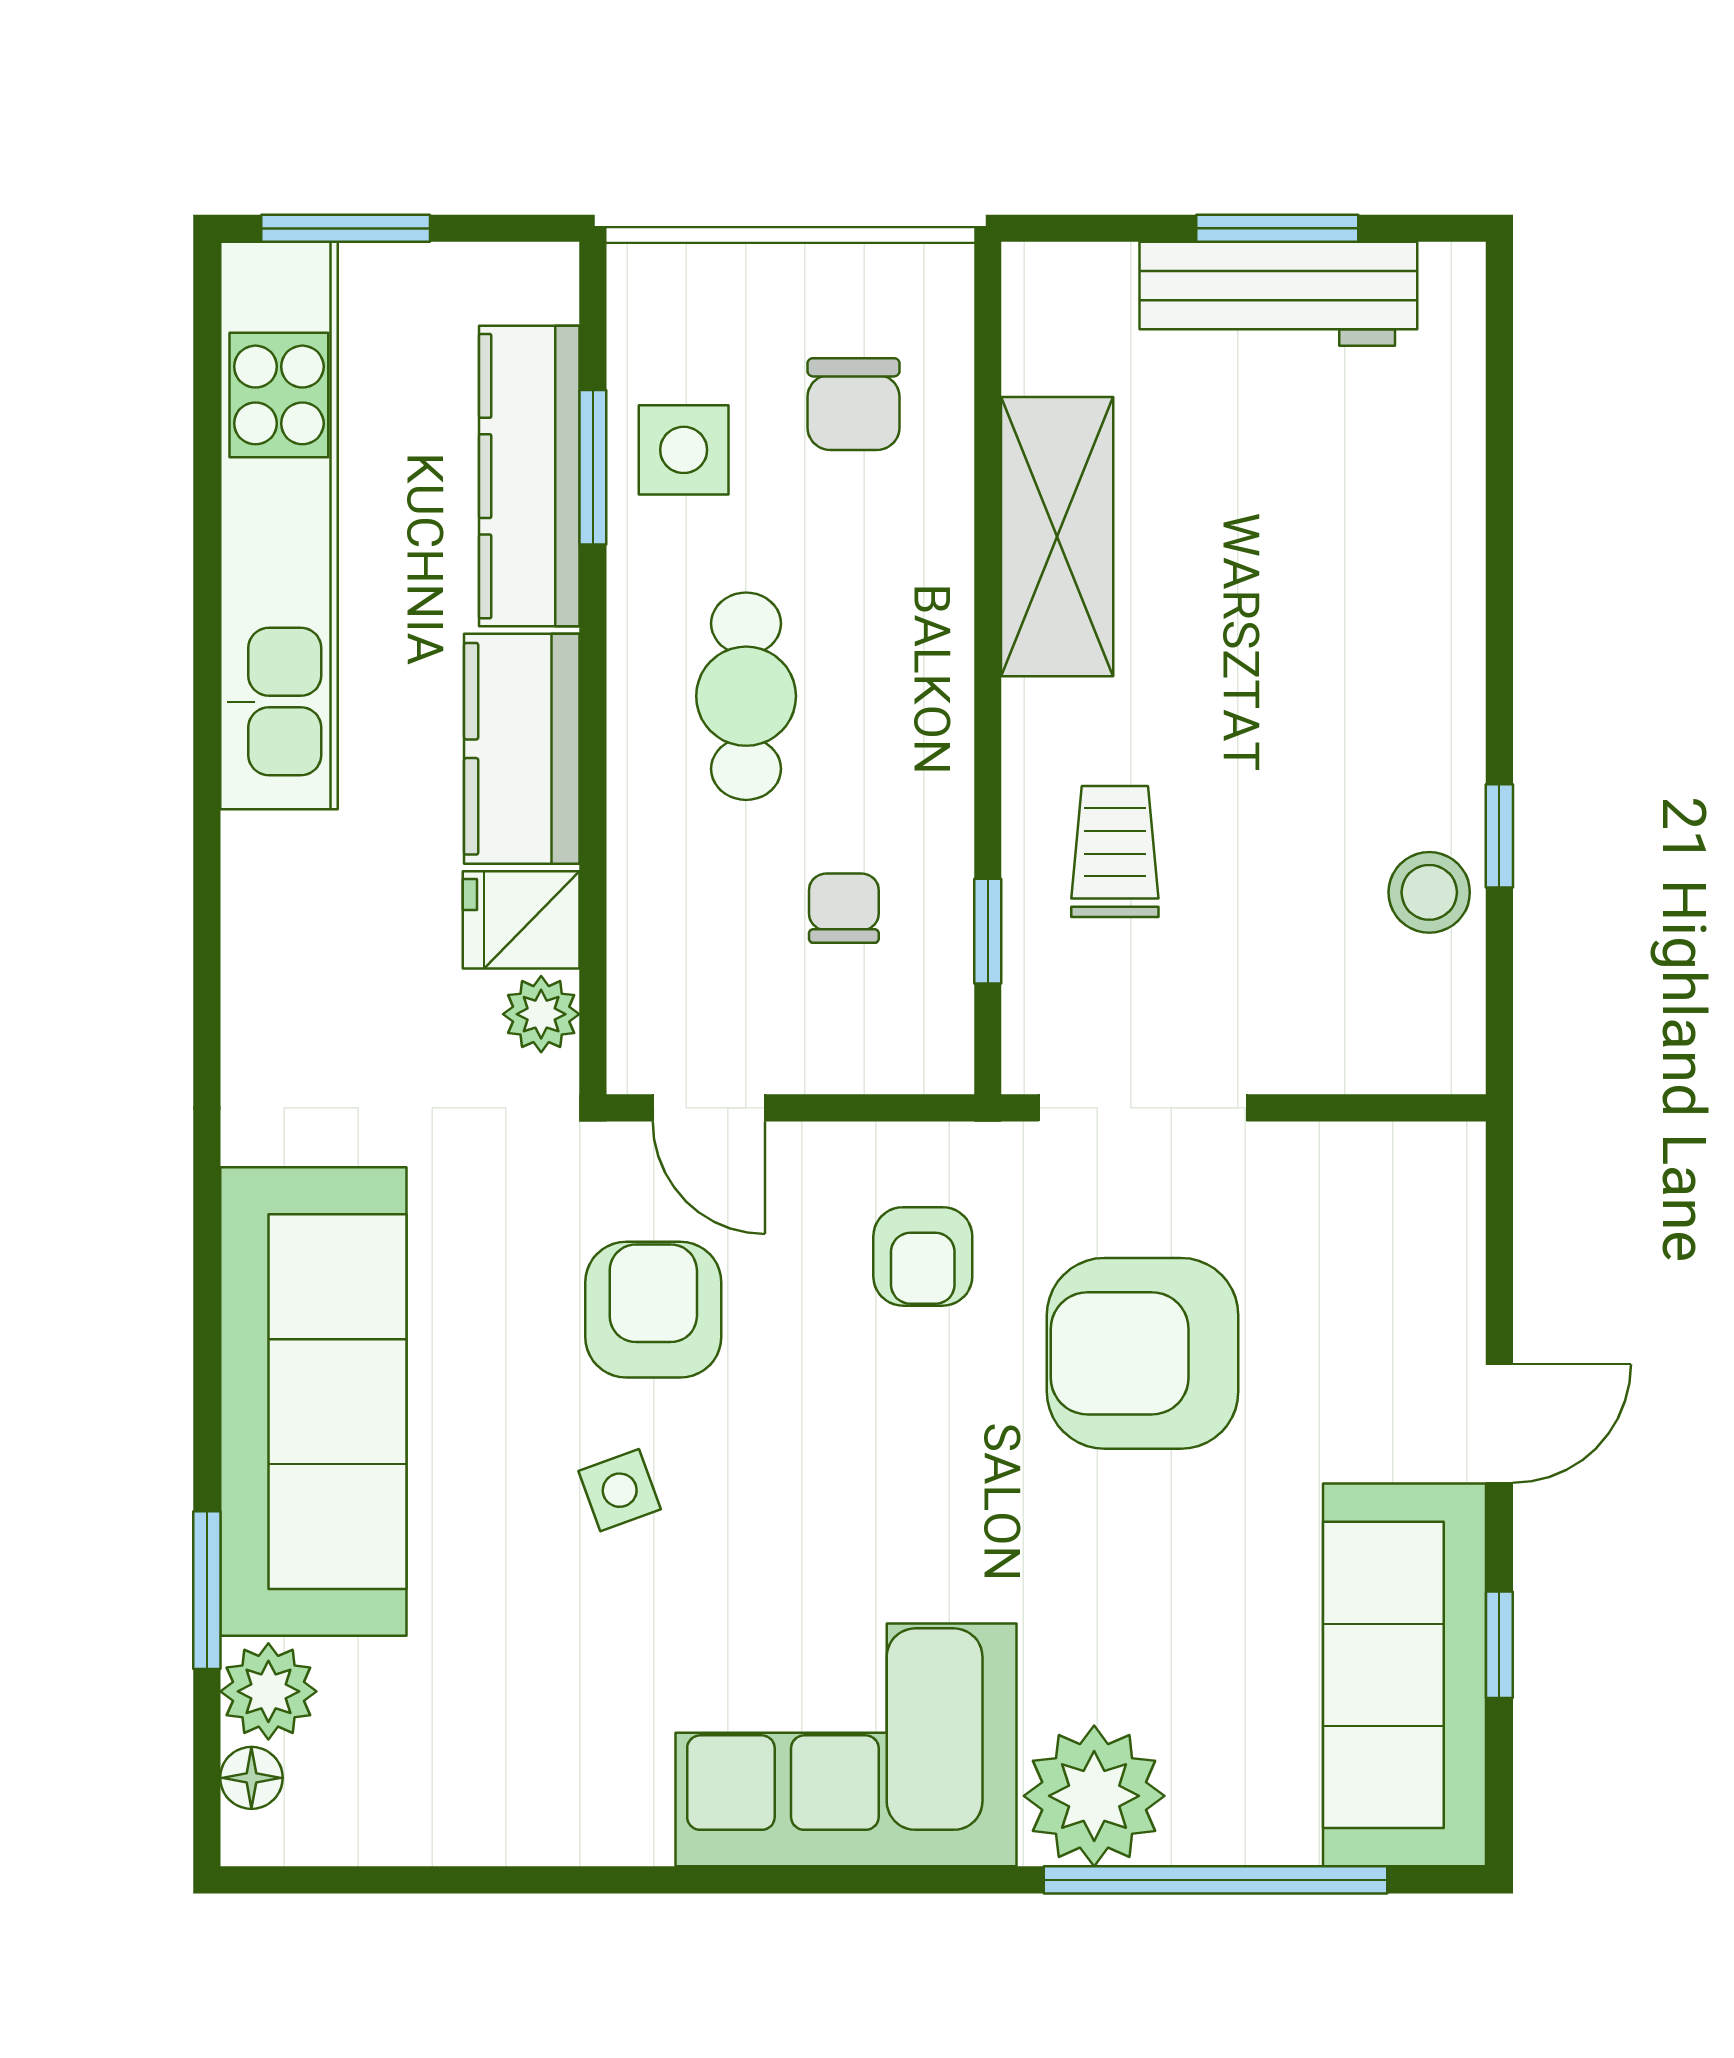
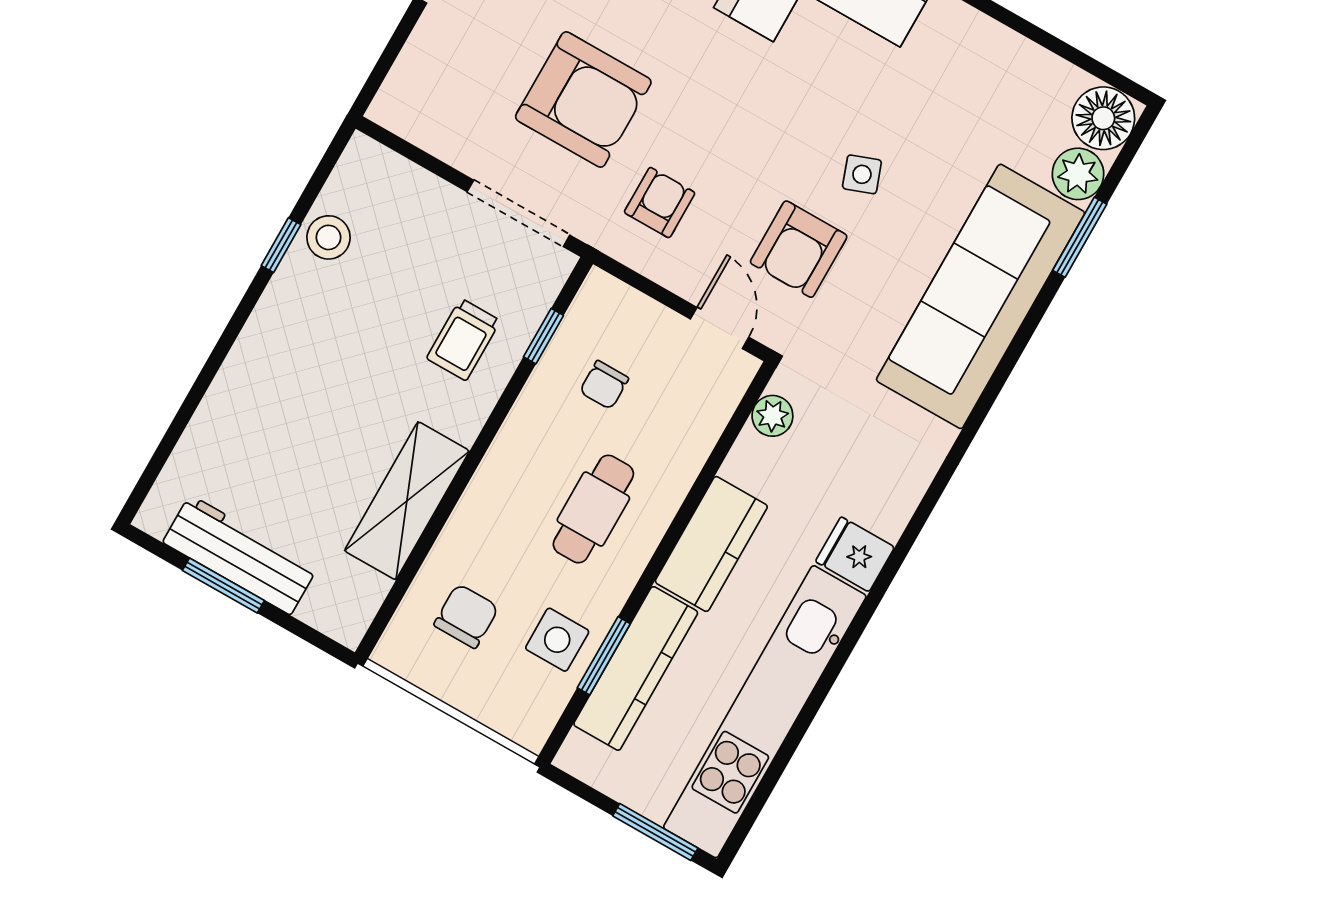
fridge: (521, 920) -> (855, 554), moved, turned 180
floor lamp: (251, 1778) -> (1103, 118), width x1.89, depth x1.89

